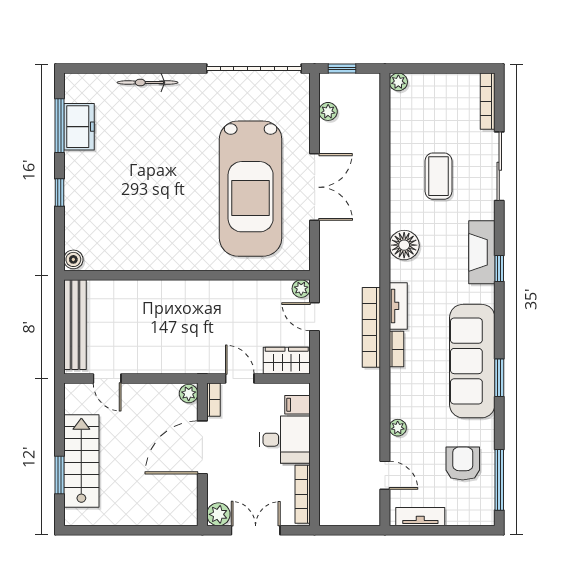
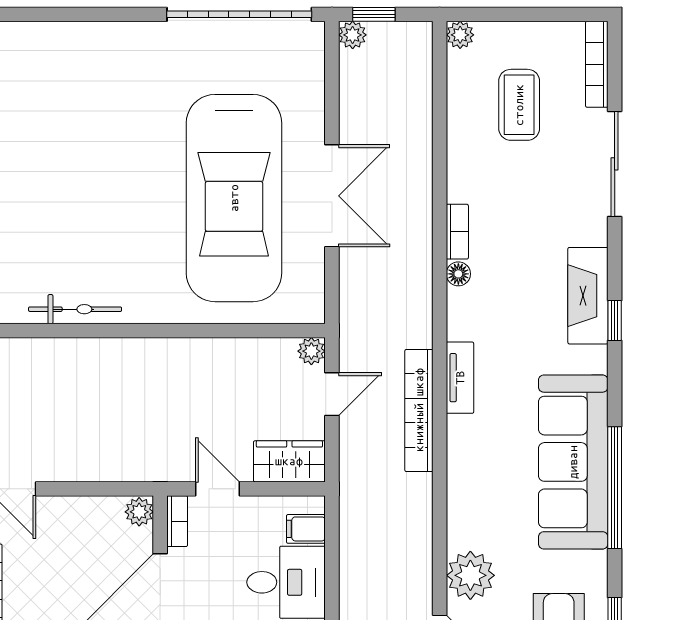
bicycle: (148, 82) -> (75, 309), moved, turned 180
plant: (328, 111) -> (353, 35), moved
coffee table: (438, 176) -> (519, 105), moved
floor lamp: (404, 245) -> (458, 274), width x0.53, depth x0.53
door: (315, 317) -> (332, 394), swing flipped
bookcase: (396, 349) -> (457, 232), moved
window: (499, 378) -> (615, 488), width x2.11
plant: (398, 428) -> (470, 575), width x1.88, depth x1.88

